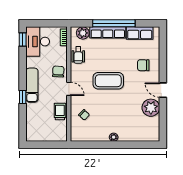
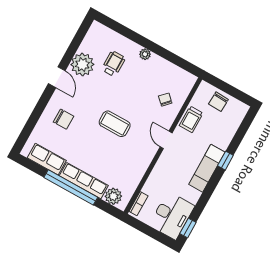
wheelchair: (78, 55) -> (113, 64), moved
chair: (58, 72) -> (218, 102), moved
coffee table: (108, 81) -> (115, 124), width x0.73, depth x0.76

